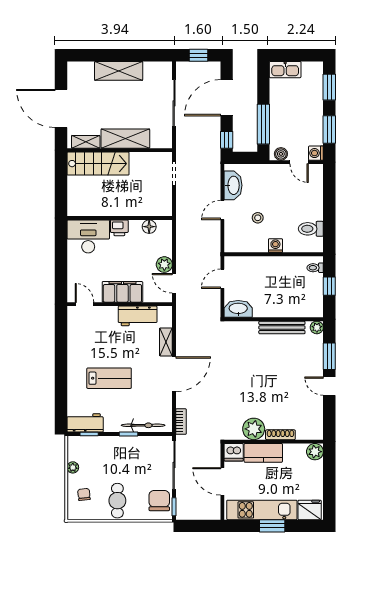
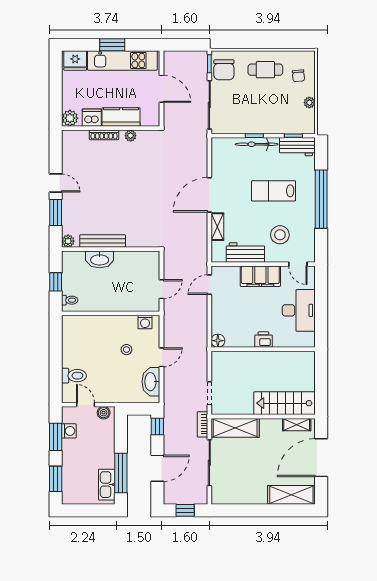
kitchen sink: (285, 70) -> (107, 485), moved, turned -90
shelving: (119, 71) -> (291, 495), moved
door: (227, 98) -> (157, 468), width x0.73
door: (61, 109) -> (321, 458), swing flipped
window: (263, 124) -> (121, 473), moved
shelving: (125, 139) -> (235, 428), moved
washing machine: (316, 153) -> (69, 431), moved
floor lamp: (149, 227) -> (218, 341), moved
toilet: (311, 229) -> (74, 376), moved
desk: (88, 236) -> (299, 310), moved, turned -90
washing machine: (275, 246) -> (145, 322), moved
plant: (164, 265) -> (219, 303), removed
door: (174, 283) -> (209, 285), swing flipped
washbasin: (238, 309) -> (100, 259), moved
stool: (103, 334) -> (280, 235), added
window: (61, 370) -> (321, 199), added
bookcase: (181, 422) -> (202, 424), moved
bicycle: (143, 425) -> (257, 144), moved
plant: (254, 429) -> (131, 136), width x0.53, depth x0.53
dishwasher: (234, 452) -> (92, 118), moved
cafe table: (117, 501) -> (265, 70), turned 90

